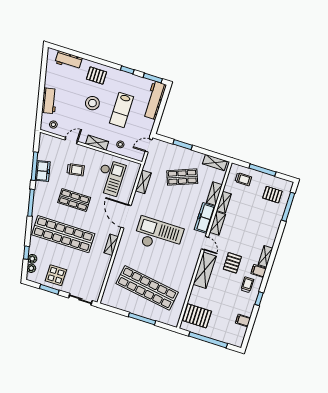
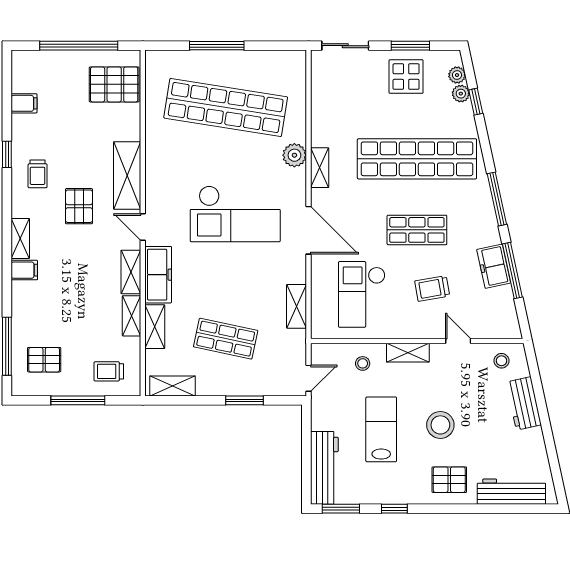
workbench: (69, 60) -> (511, 492), width x1.38
door: (71, 141) -> (458, 341), swing flipped
shop shelf: (182, 177) -> (226, 339), turned 33
plant: (121, 255) -> (294, 155), added
filing cabinet: (259, 271) -> (24, 270), moved

